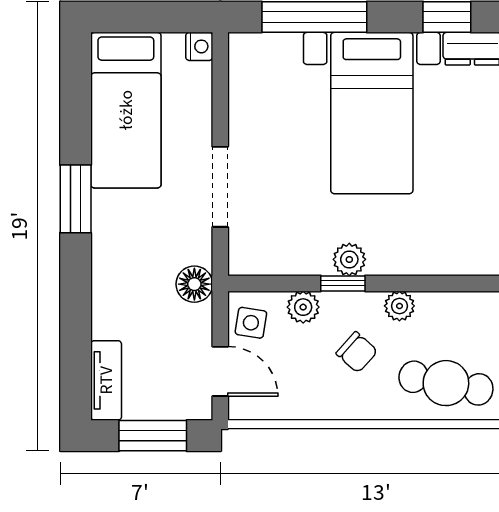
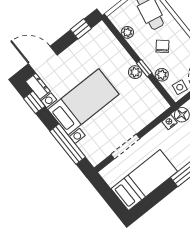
nightstand: (199, 46) -> (169, 122), moved
doorway: (220, 187) -> (125, 146), moved
plant: (399, 306) -> (127, 32), moved

